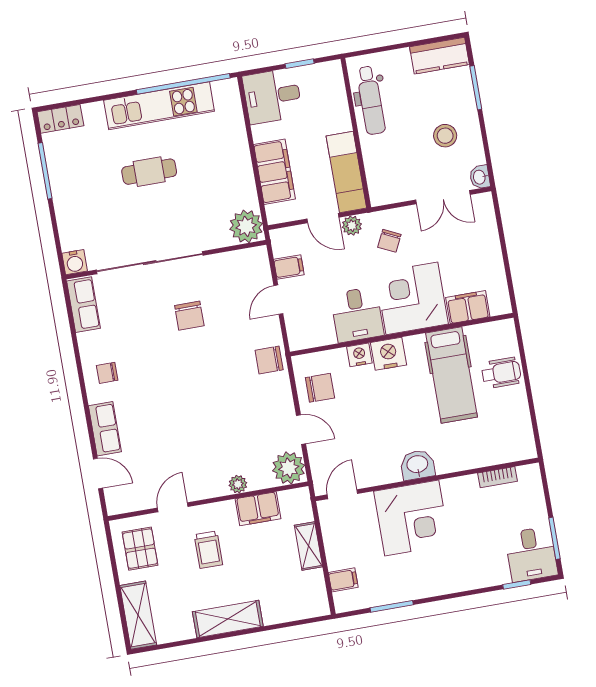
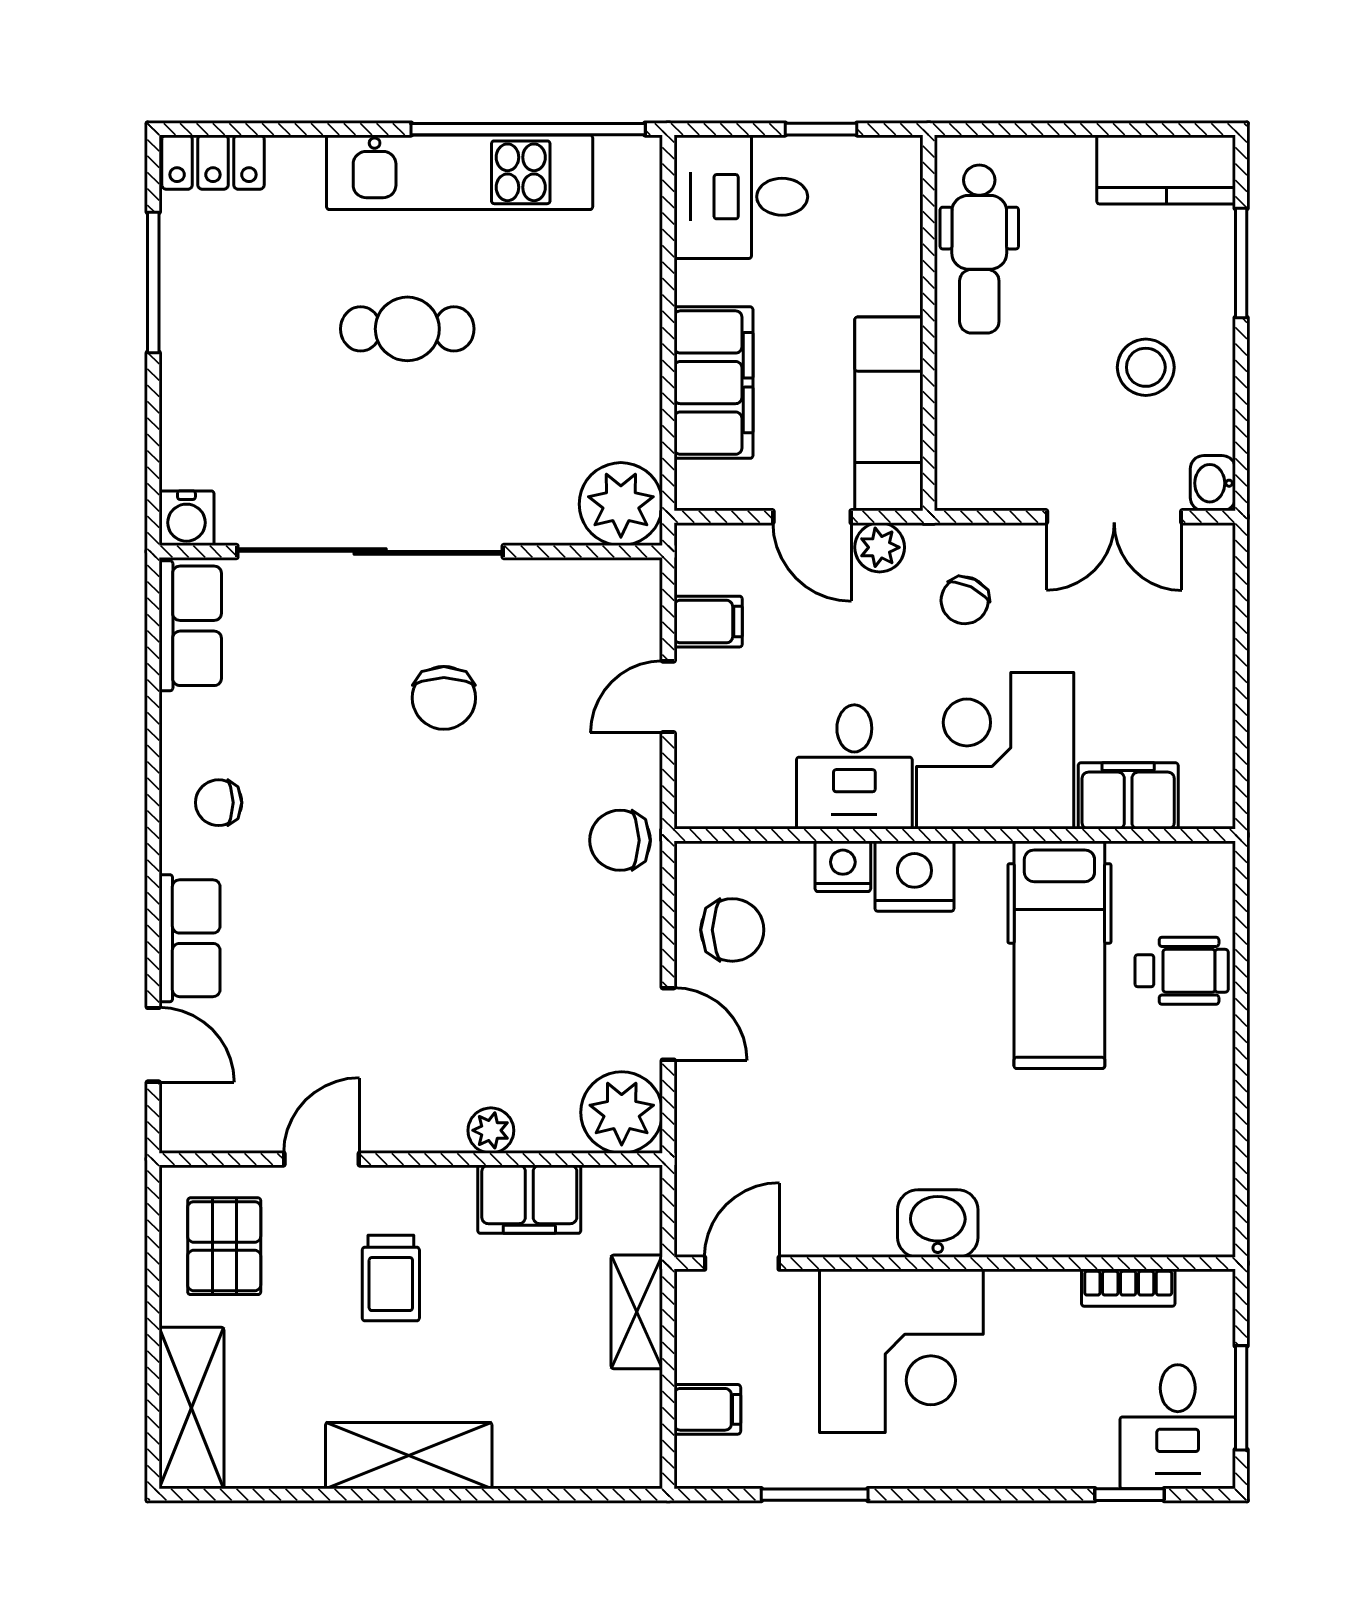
washbasin: (417, 465) -> (938, 1224), moved
bookcase: (498, 477) -> (1128, 1288), moved
wall: (427, 479) -> (955, 1263), moved
door: (342, 494) -> (742, 1263), moved
corner desk: (412, 518) -> (901, 1351), moved

